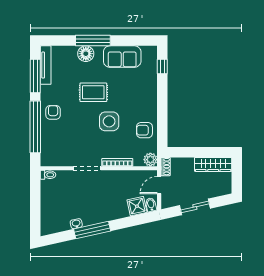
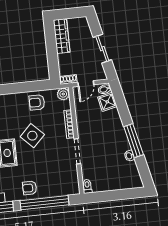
side table: (109, 121) -> (32, 136), turned 45
armchair: (144, 130) -> (37, 102), turned 90
door: (159, 185) -> (86, 84), hinge flipped

